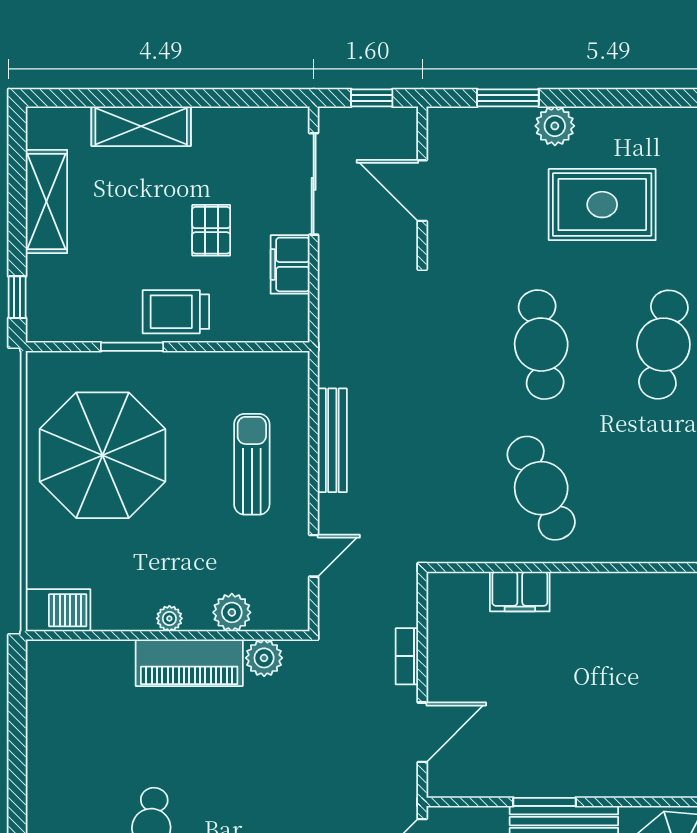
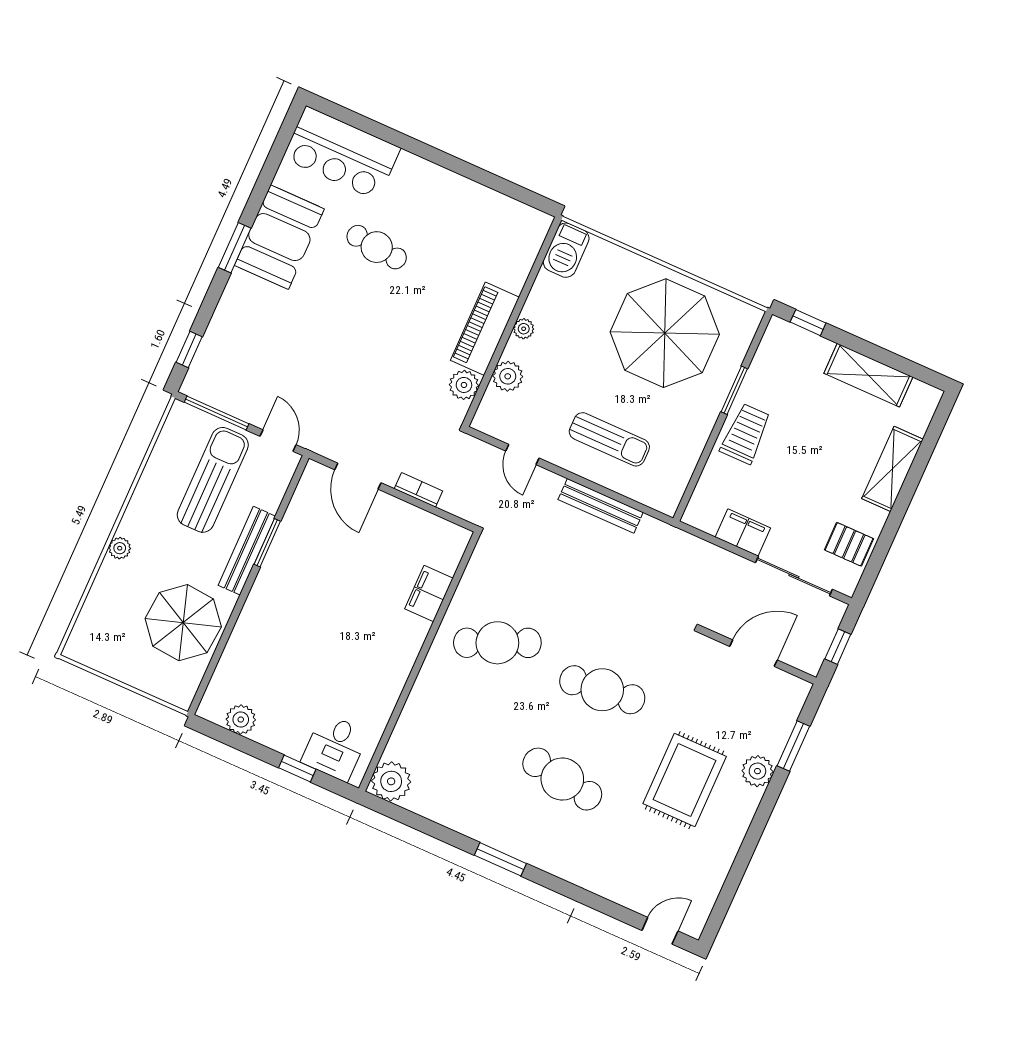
pallet: (211, 230) -> (849, 544), moved

